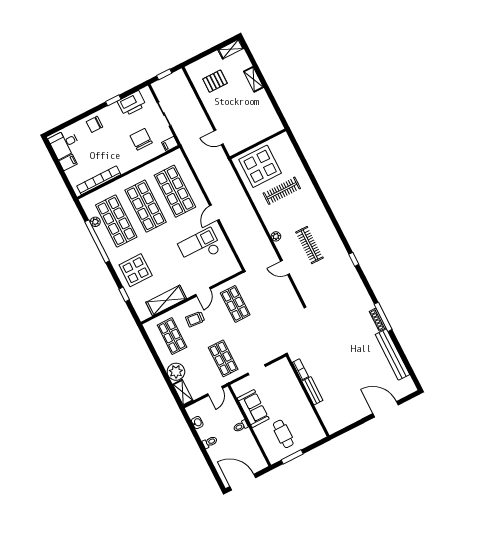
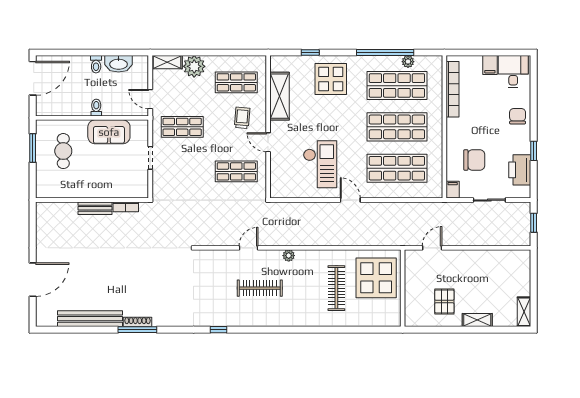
pallet: (215, 81) -> (444, 301), moved
washbasin: (197, 423) -> (119, 64), width x1.91, depth x1.45
cafe table: (283, 434) -> (63, 151), turned 90

